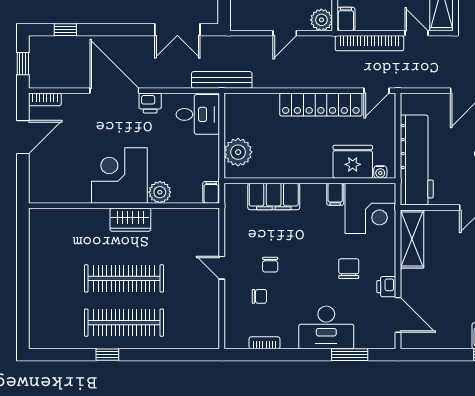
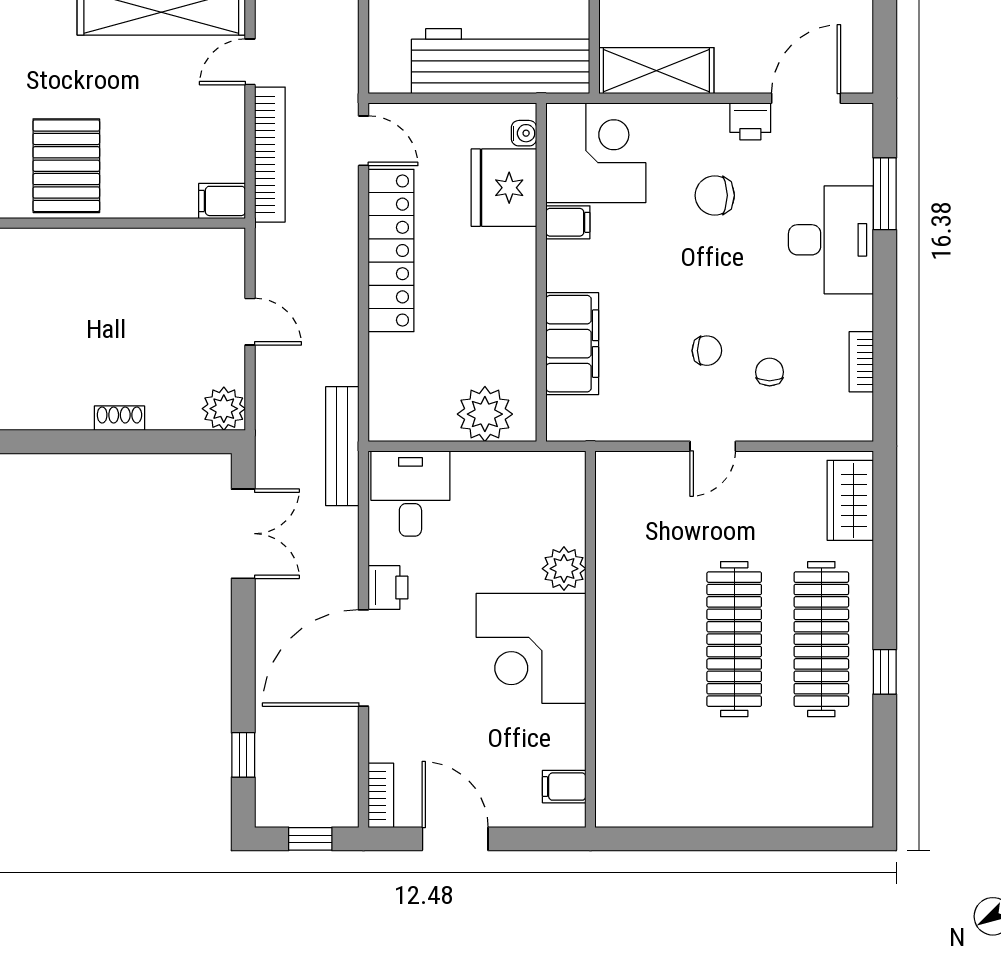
plant: (321, 20) -> (224, 409), moved
filing cabinet: (211, 192) -> (564, 787), moved
wardrobe: (130, 220) -> (850, 500), moved, turned 180

